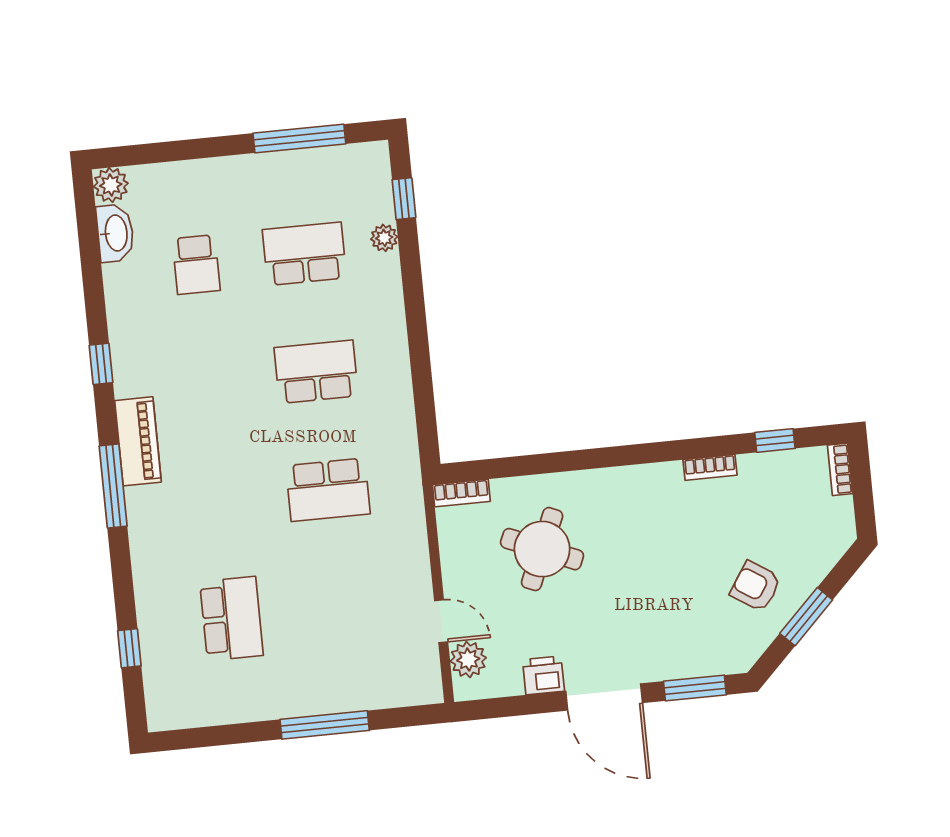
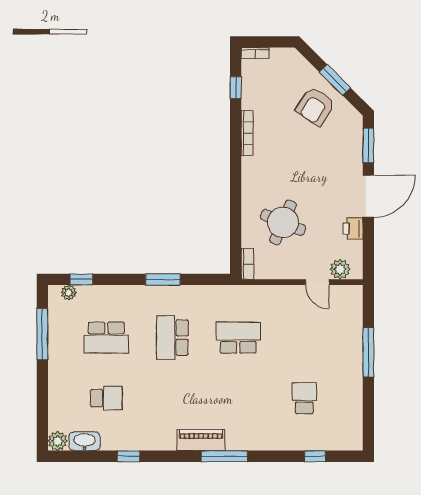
plant: (384, 238) -> (69, 293), moved
school desk: (304, 254) -> (106, 338), turned -90
window: (418, 344) -> (163, 279), added
window: (101, 364) -> (128, 456), moved
bookcase: (710, 467) -> (247, 133), width x1.56
school desk: (328, 490) -> (238, 338), turned -90
armchair: (756, 586) -> (315, 106), width x1.38, depth x1.38
school desk: (231, 619) -> (304, 398), width x0.54
door: (441, 621) -> (317, 282), swing flipped

